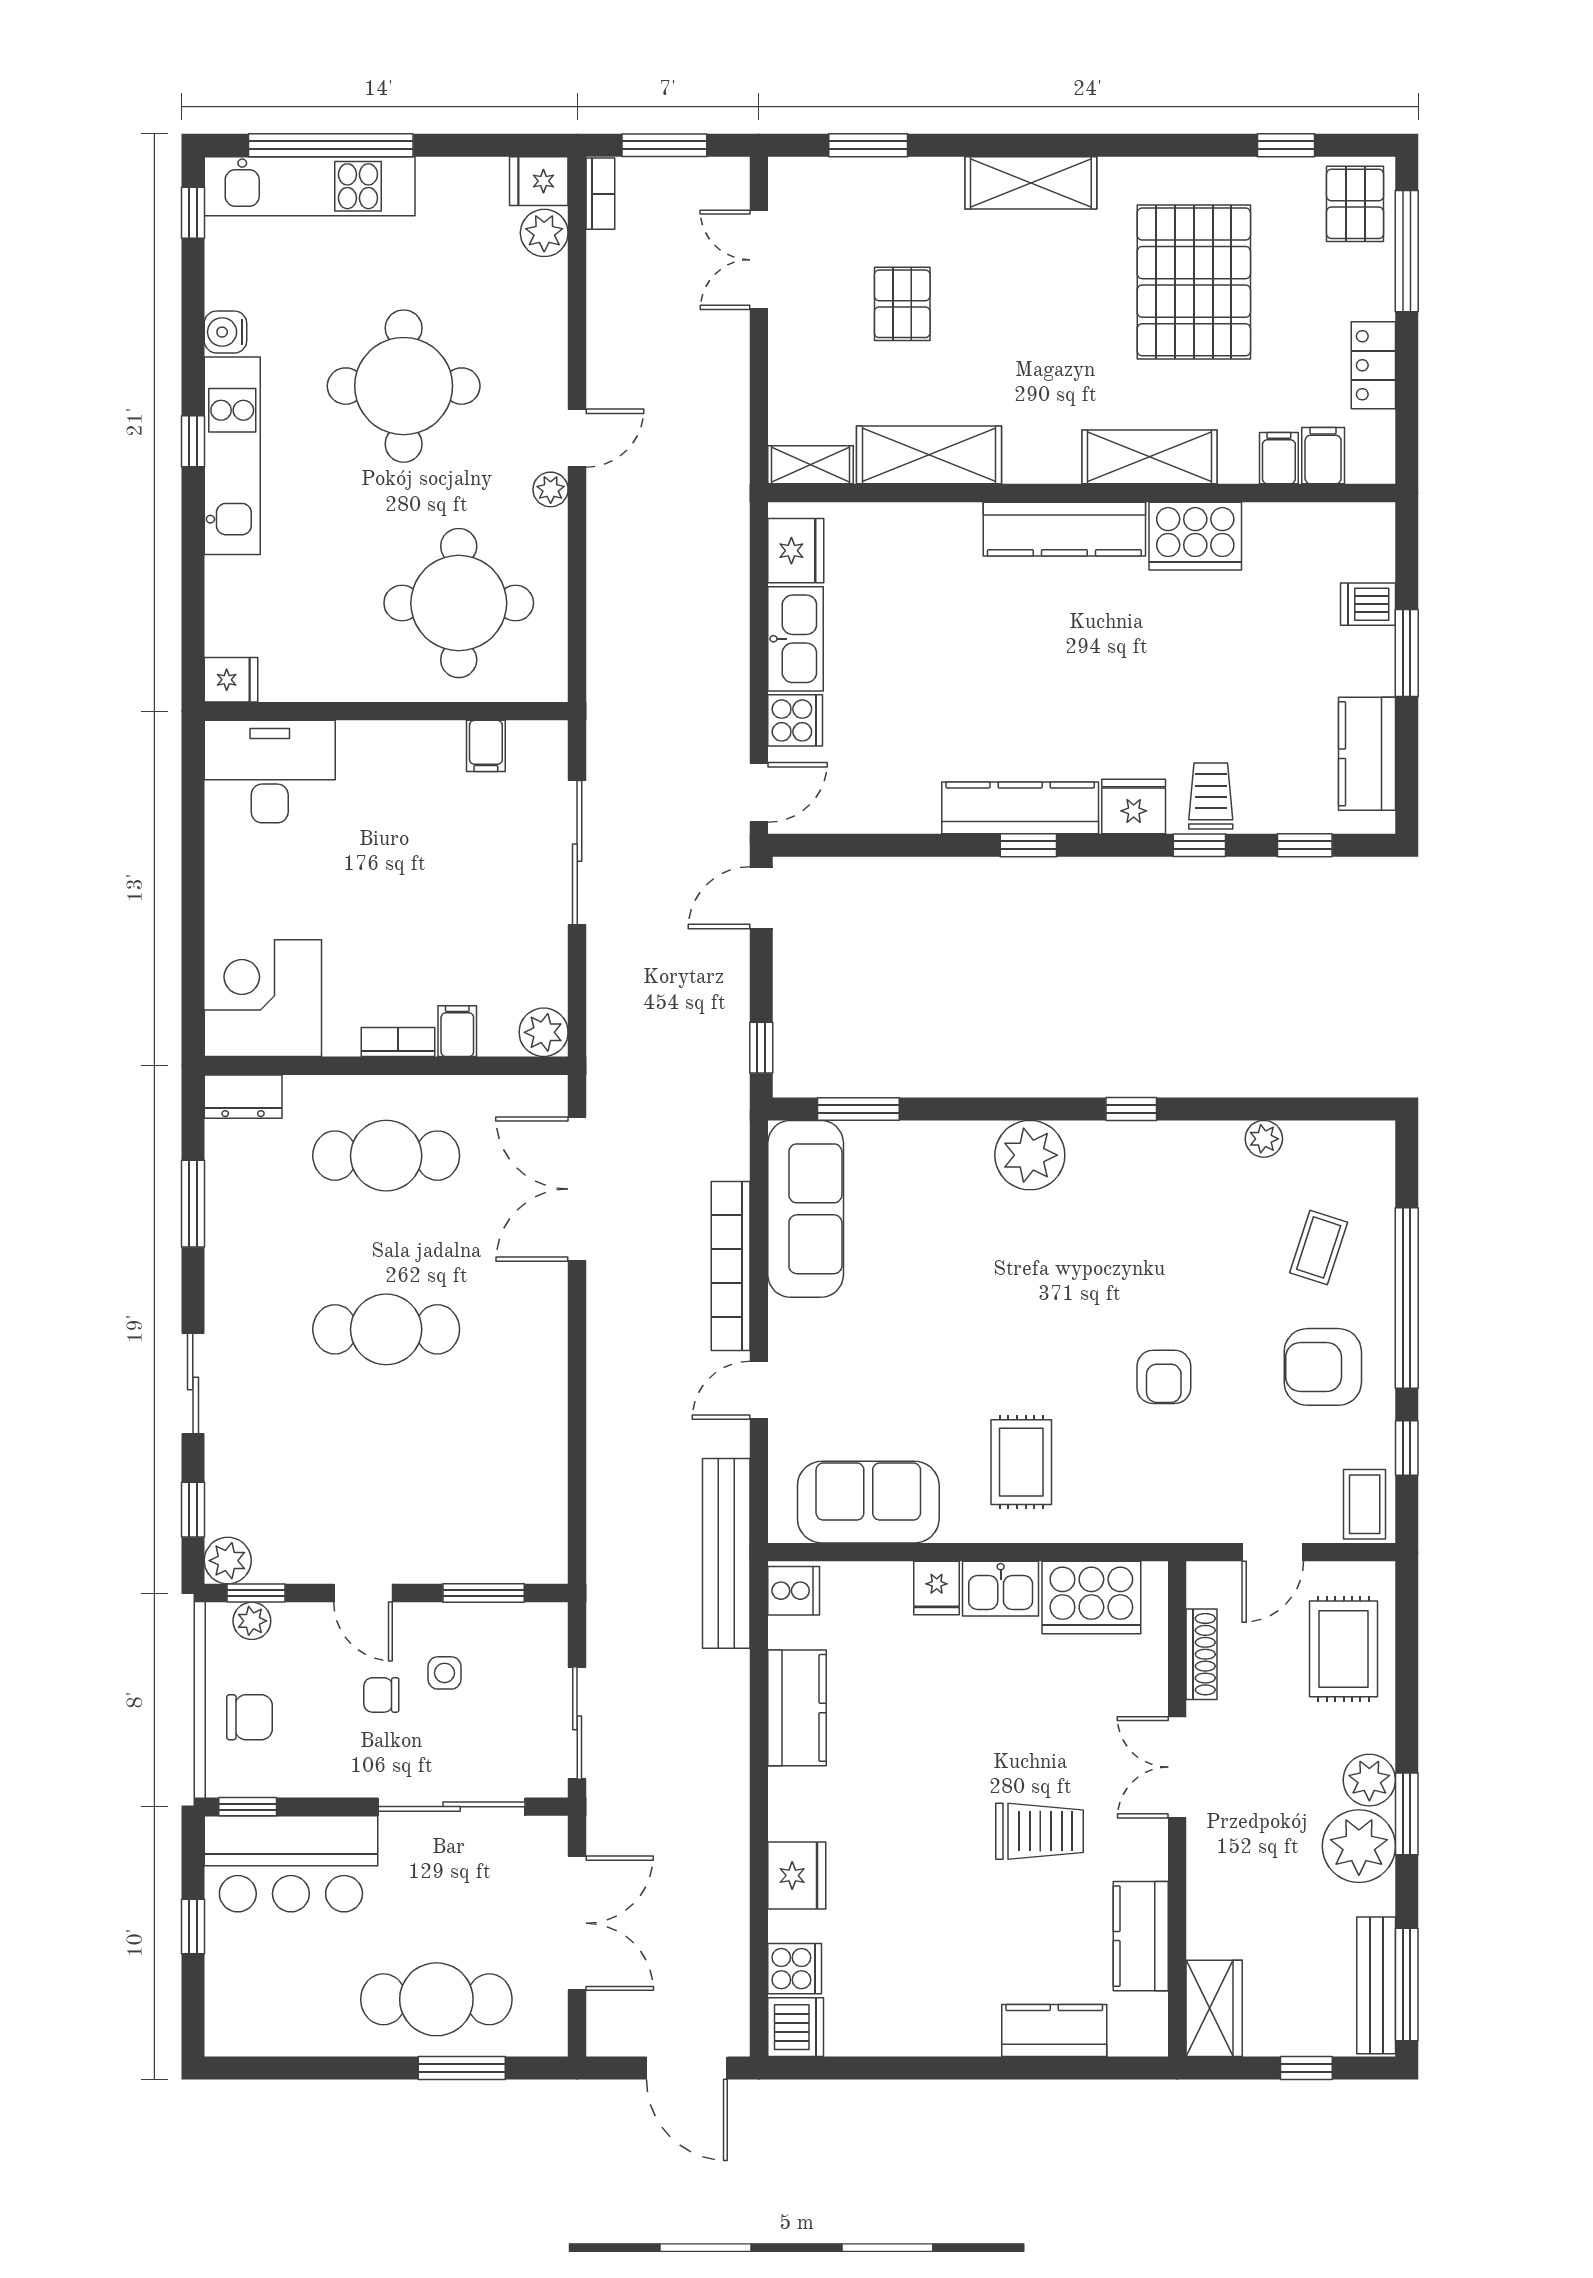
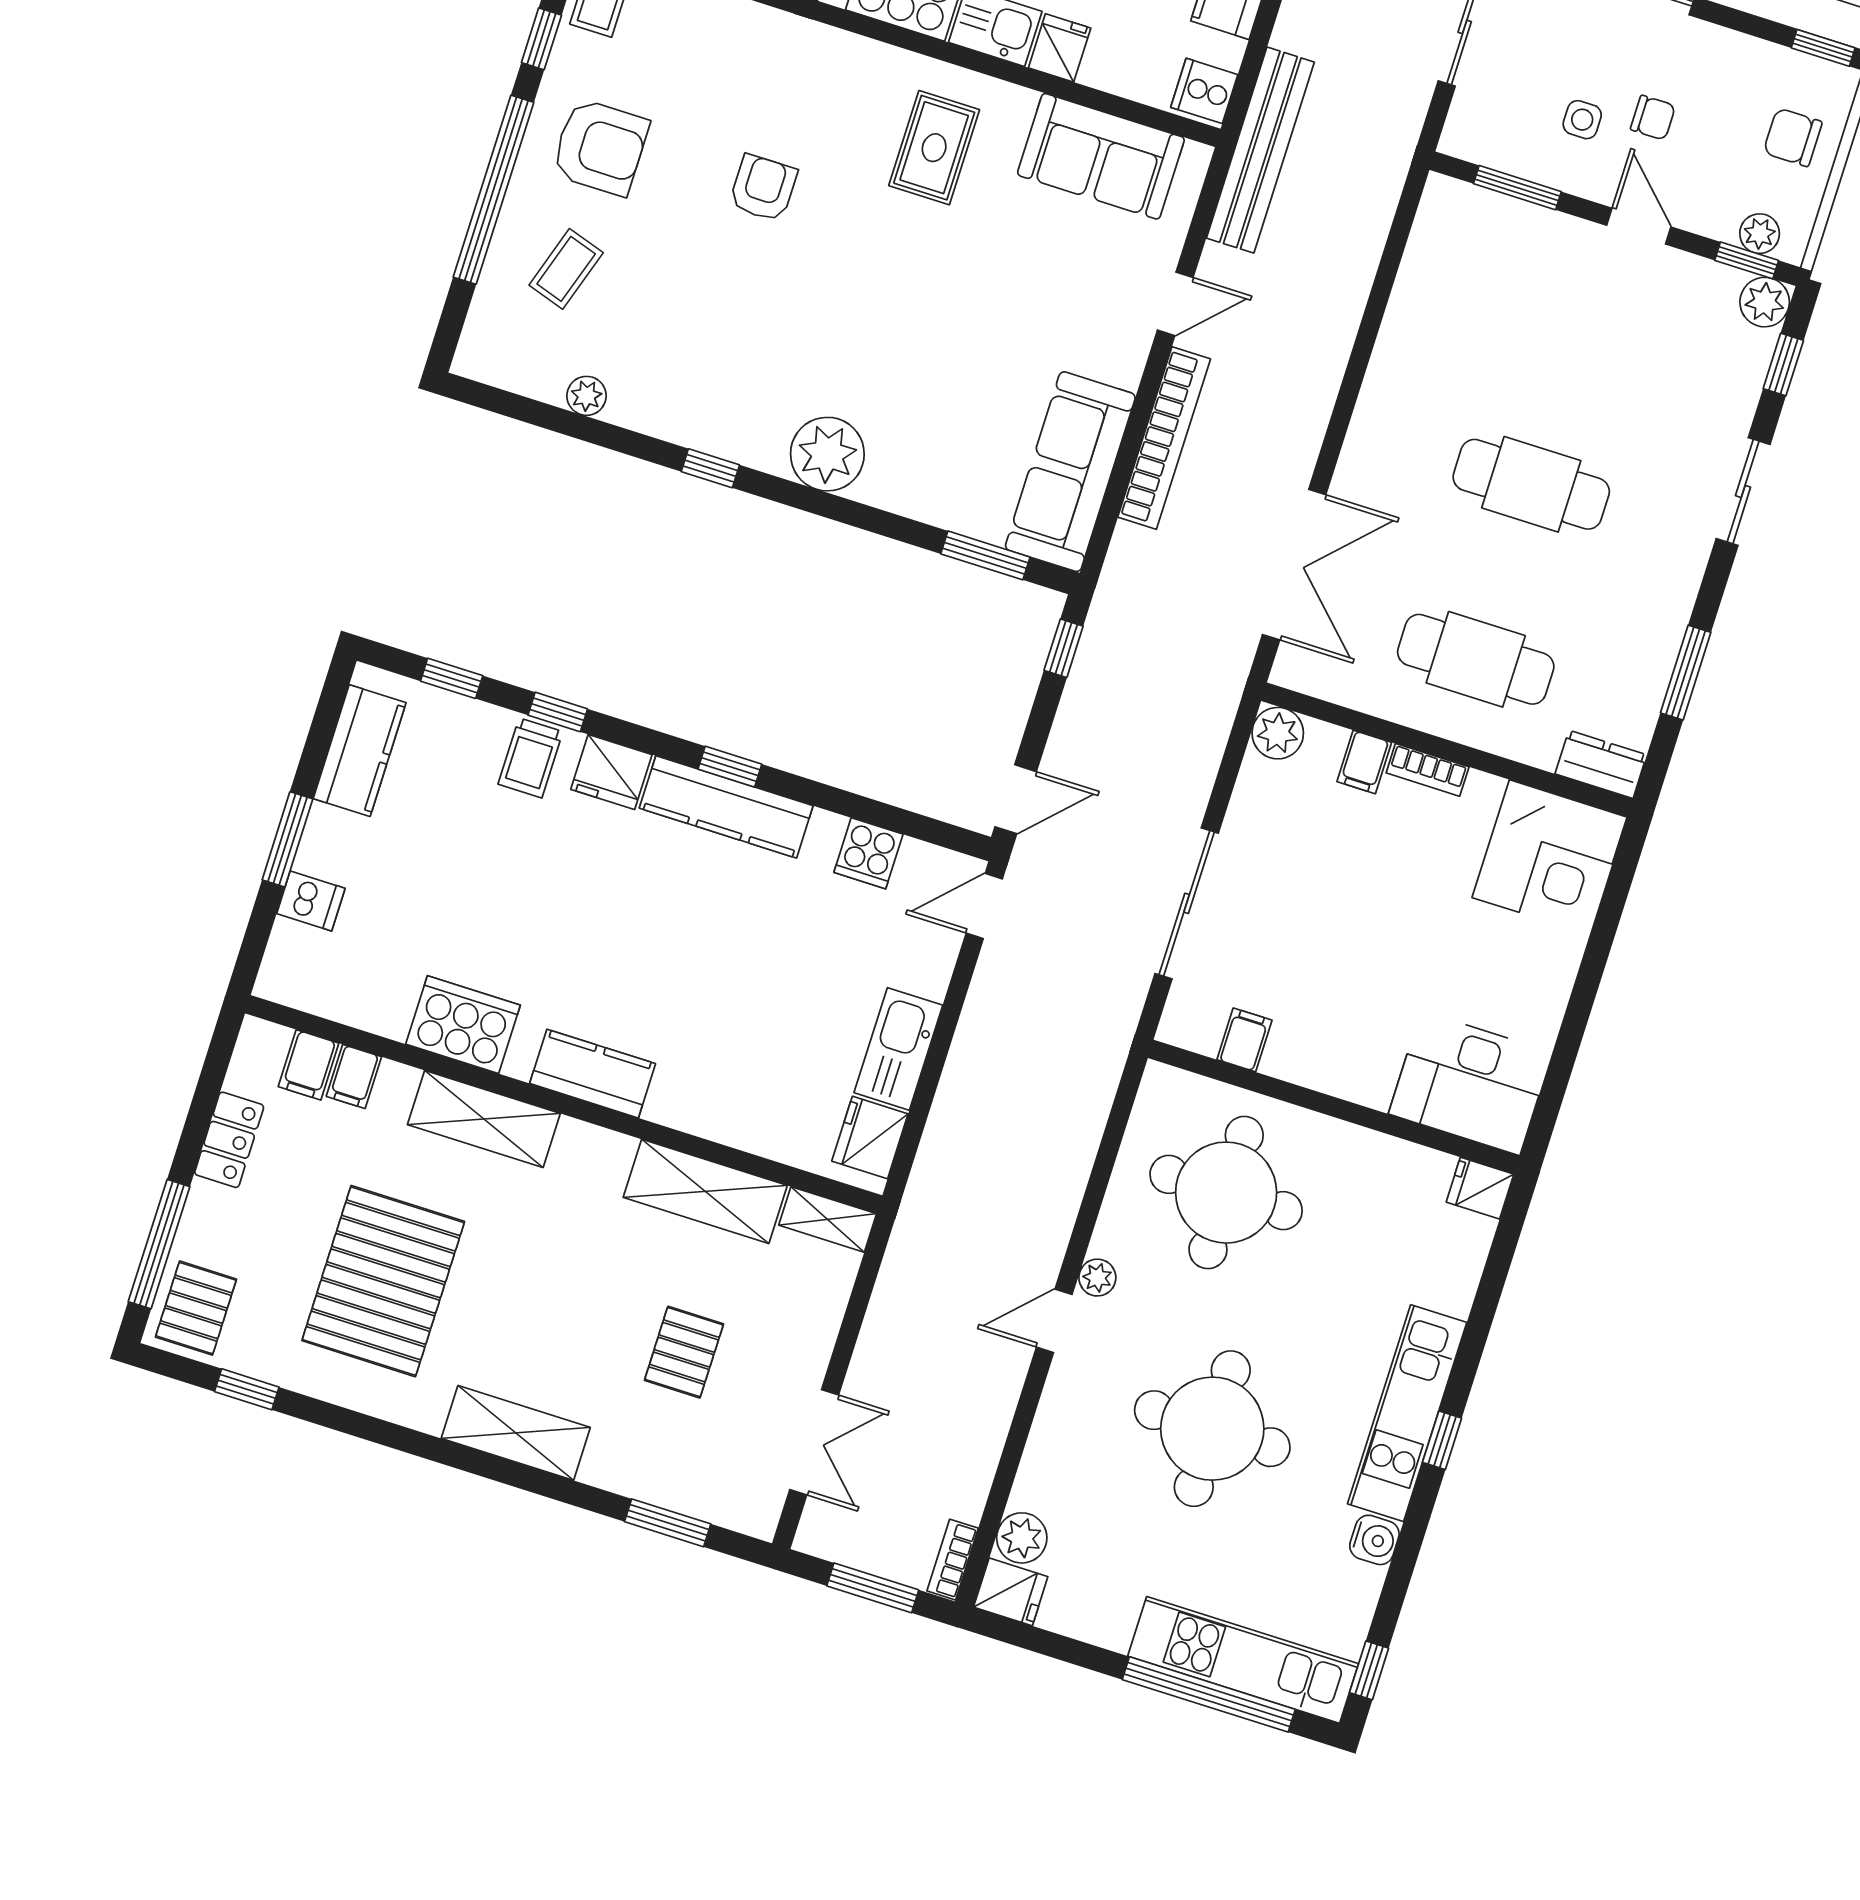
kitchen counter: (1064, 529) -> (593, 1074), width x0.67
cooker: (795, 720) -> (868, 853), moved, turned -90

